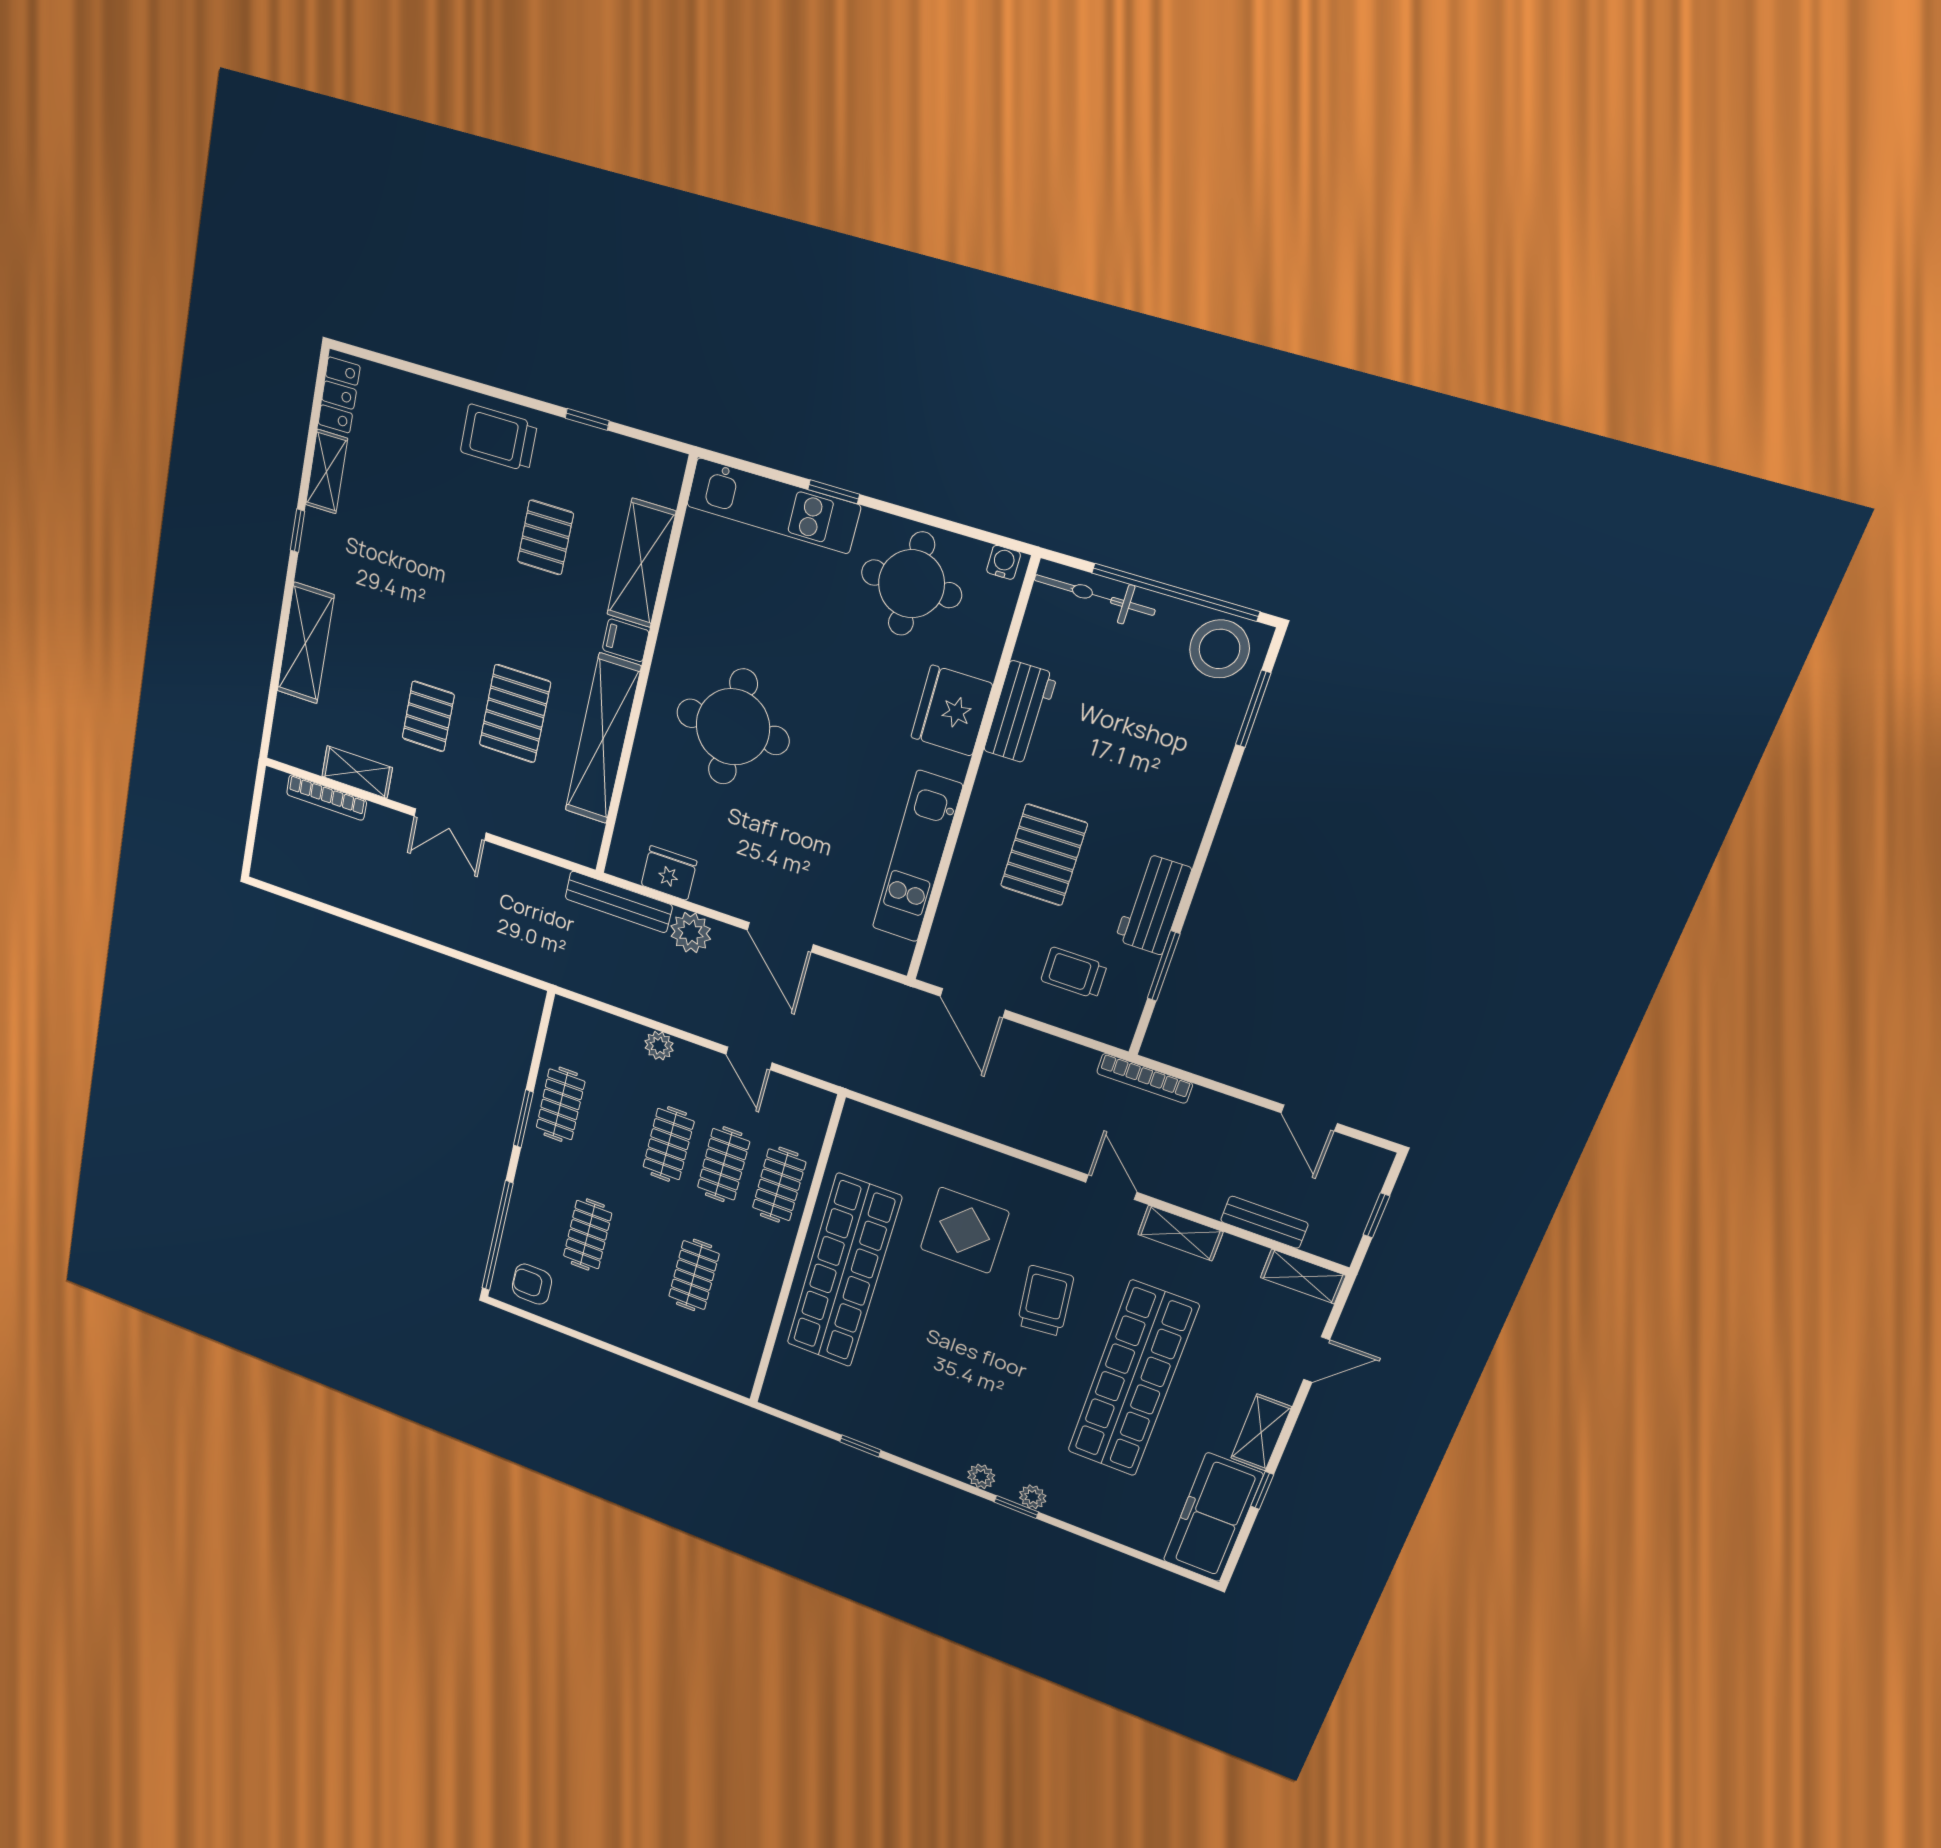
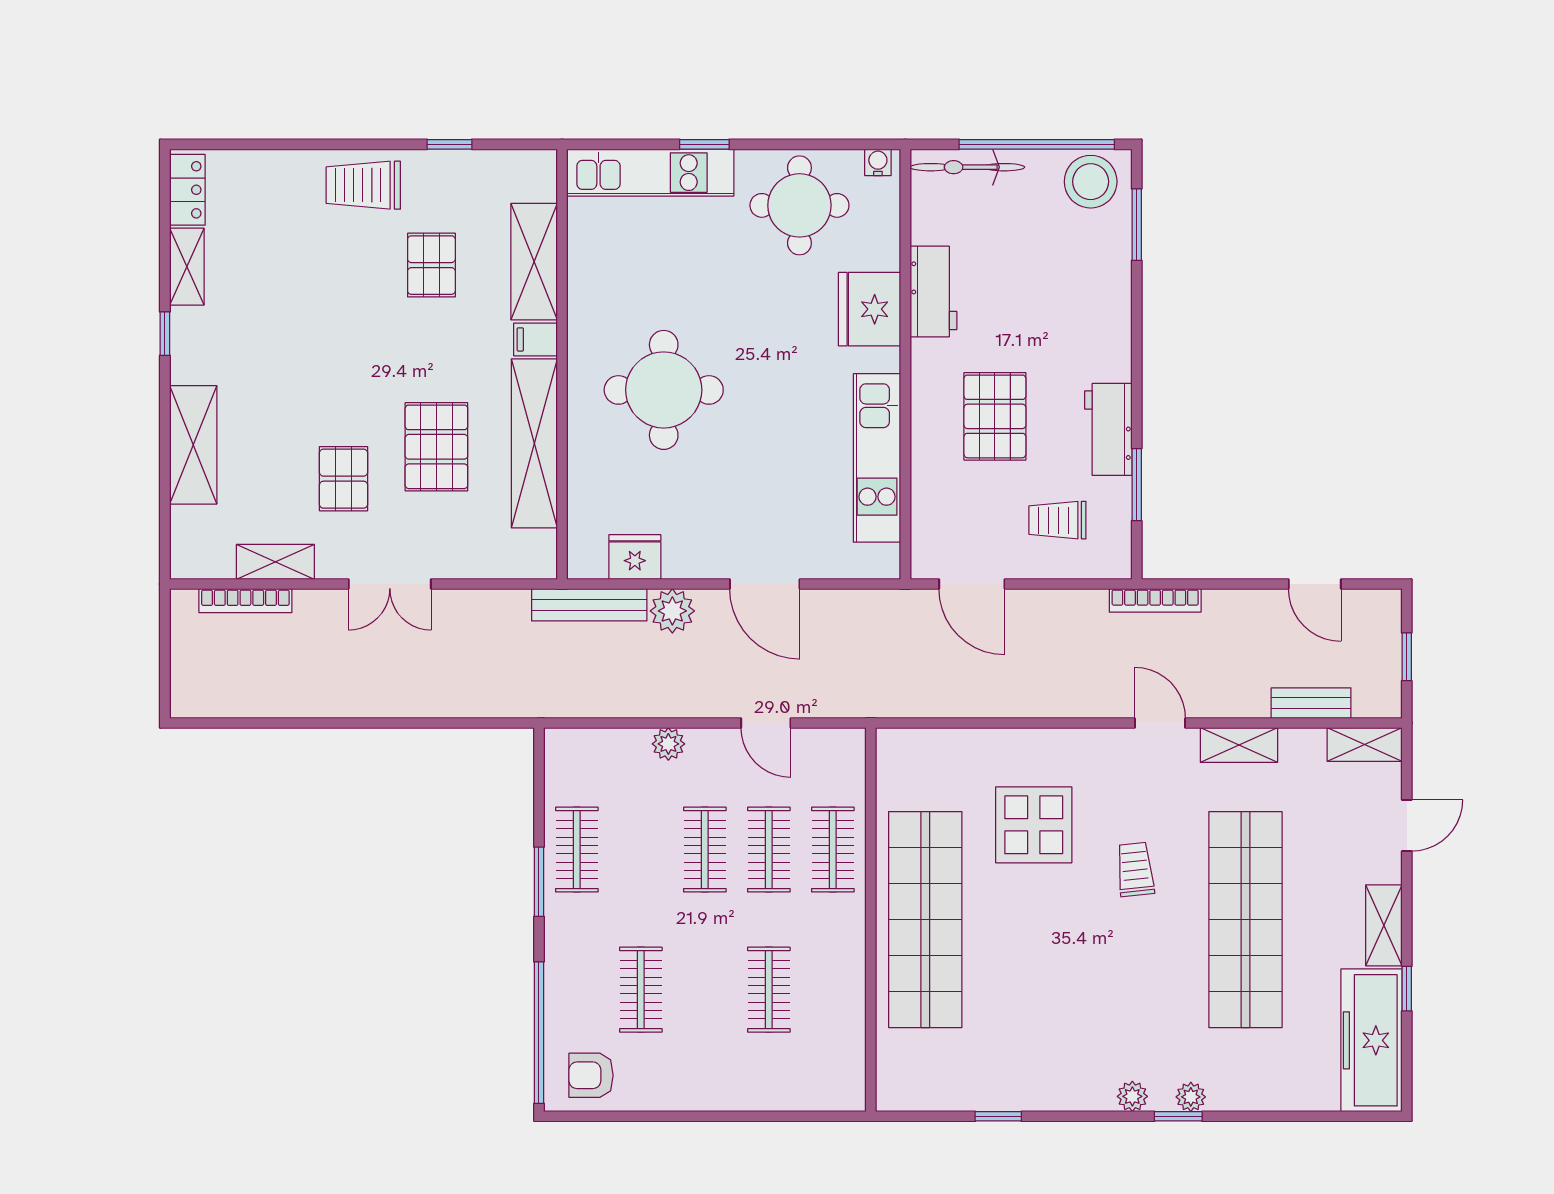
trolley: (1045, 1301) -> (1135, 869), width x0.73, depth x0.72

